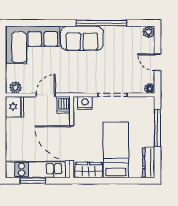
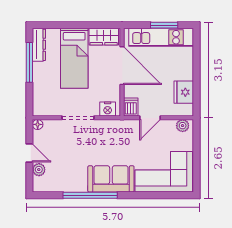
plant: (149, 32) -> (39, 170), moved
fridge: (14, 107) -> (184, 92), moved
window: (158, 128) -> (29, 62), moved

